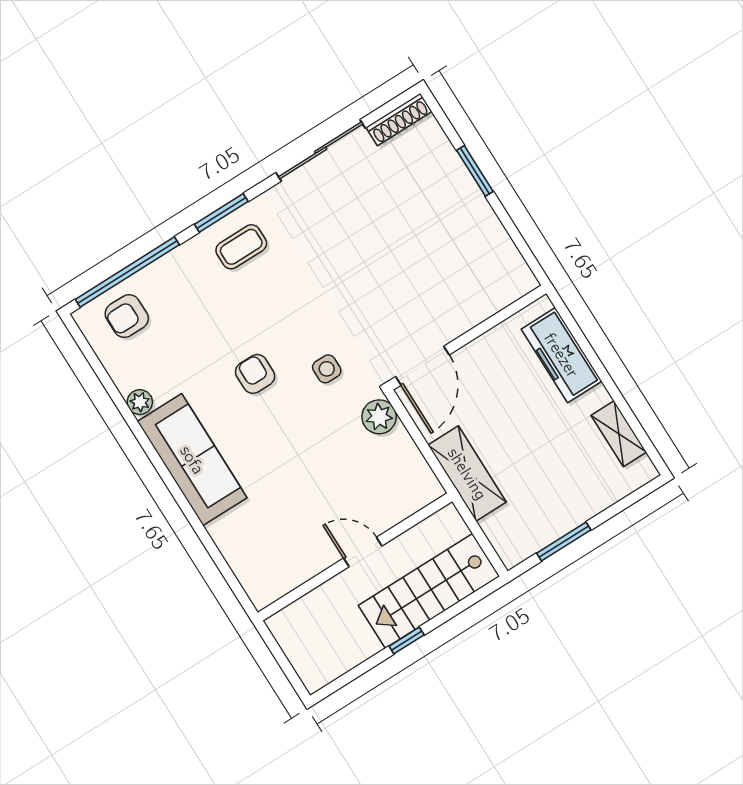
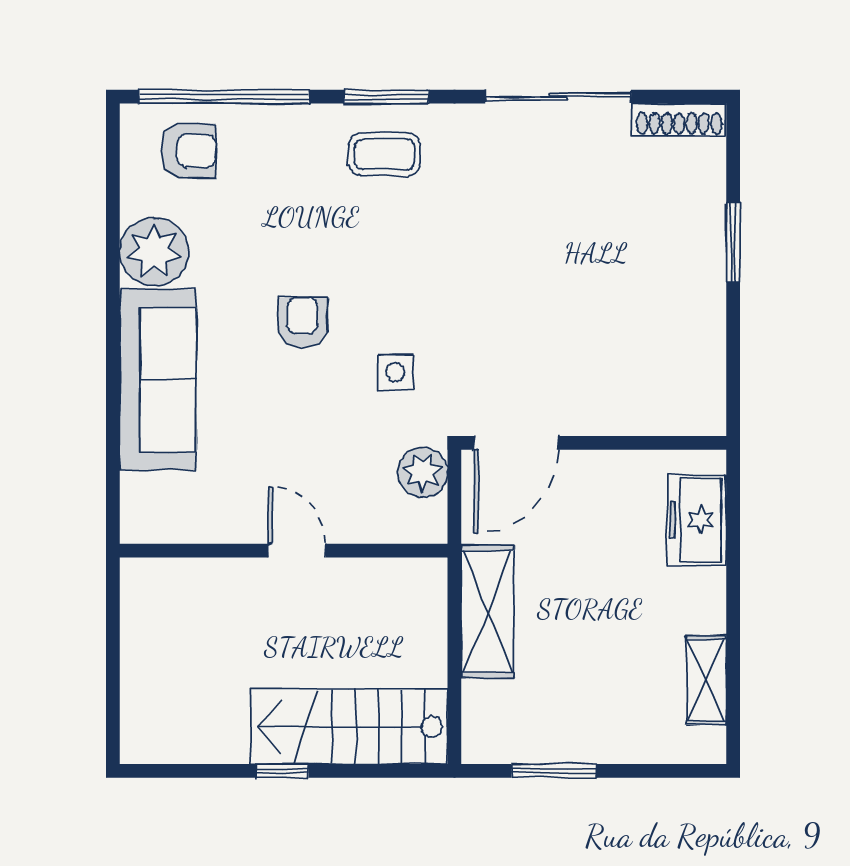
armchair: (127, 316) -> (189, 151), turned 180
freezer: (561, 355) -> (697, 520), width x0.71
plant: (140, 402) -> (154, 251), width x1.88, depth x1.88
door: (363, 552) -> (297, 551), moved
wall: (355, 557) -> (284, 551), moved

